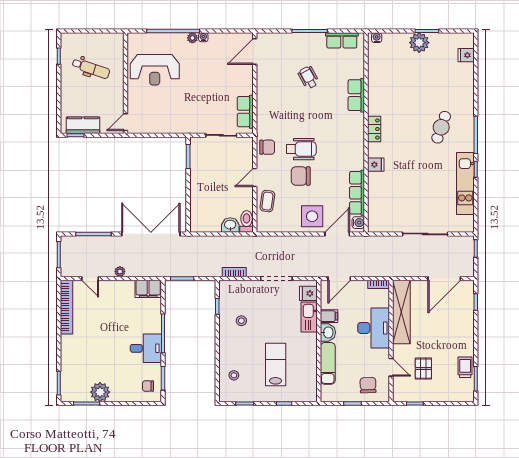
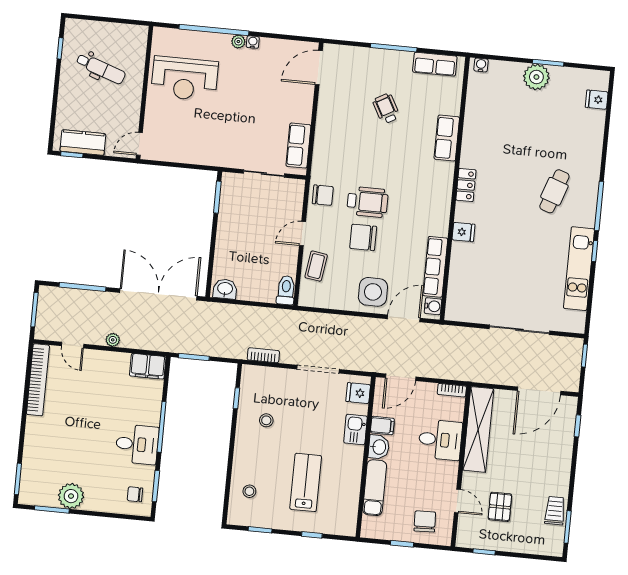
washbasin: (230, 225) -> (225, 289), moved
kitchen sink: (309, 317) -> (355, 430), width x0.73
desk: (374, 328) -> (440, 440), width x0.73

